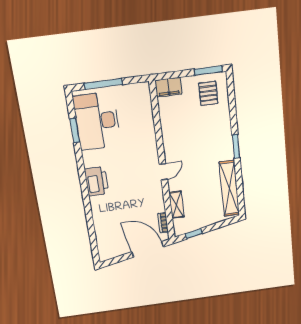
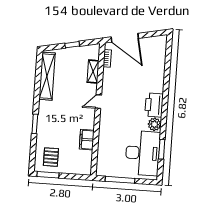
window: (103, 84) -> (120, 180), moved
filing cabinet: (168, 87) -> (87, 140), moved, turned -90
window: (236, 146) -> (35, 124), moved
plant: (91, 159) -> (155, 124), added
window: (194, 234) -> (72, 45), moved

